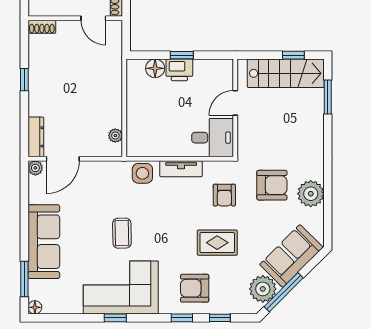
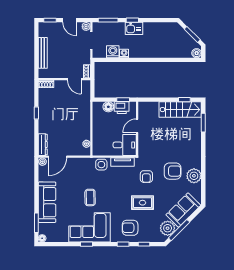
door: (235, 103) -> (137, 126), moved
wall: (235, 108) -> (137, 129), moved
desk: (213, 138) -> (125, 145), moved

